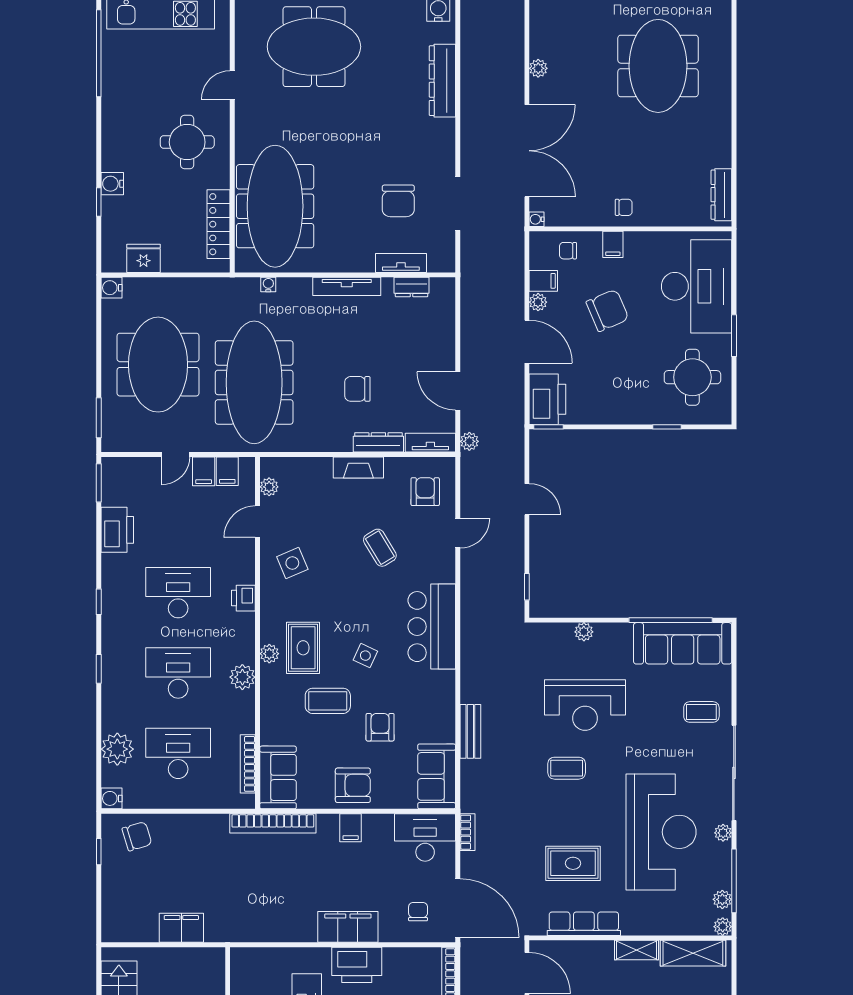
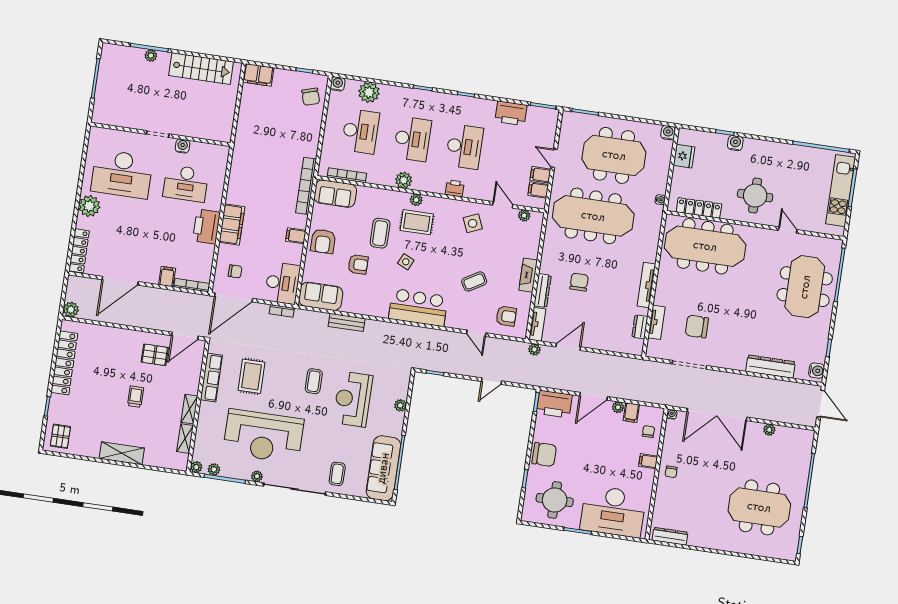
water cooler: (268, 285) -> (660, 200), moved
chair: (607, 310) -> (544, 454), moved, turned -67
filing cabinet: (181, 928) -> (258, 75), moved, turned 90
shelving: (693, 953) -> (185, 439), width x0.67, depth x0.75

